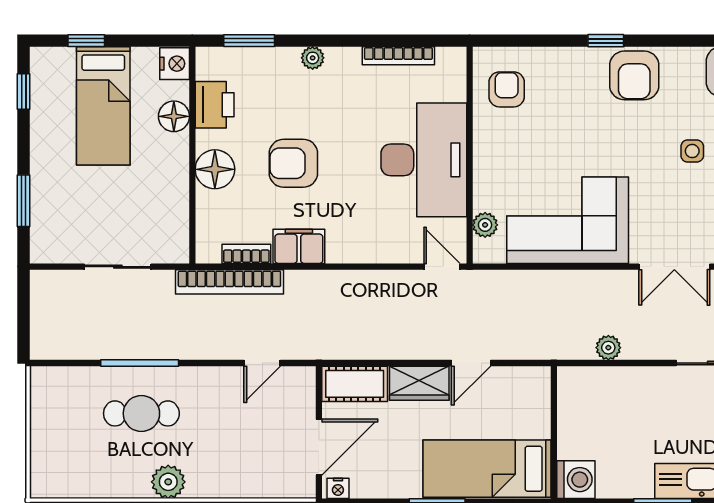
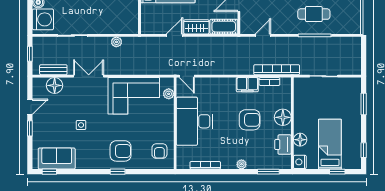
armchair: (634, 75) -> (121, 151), moved, turned 90

